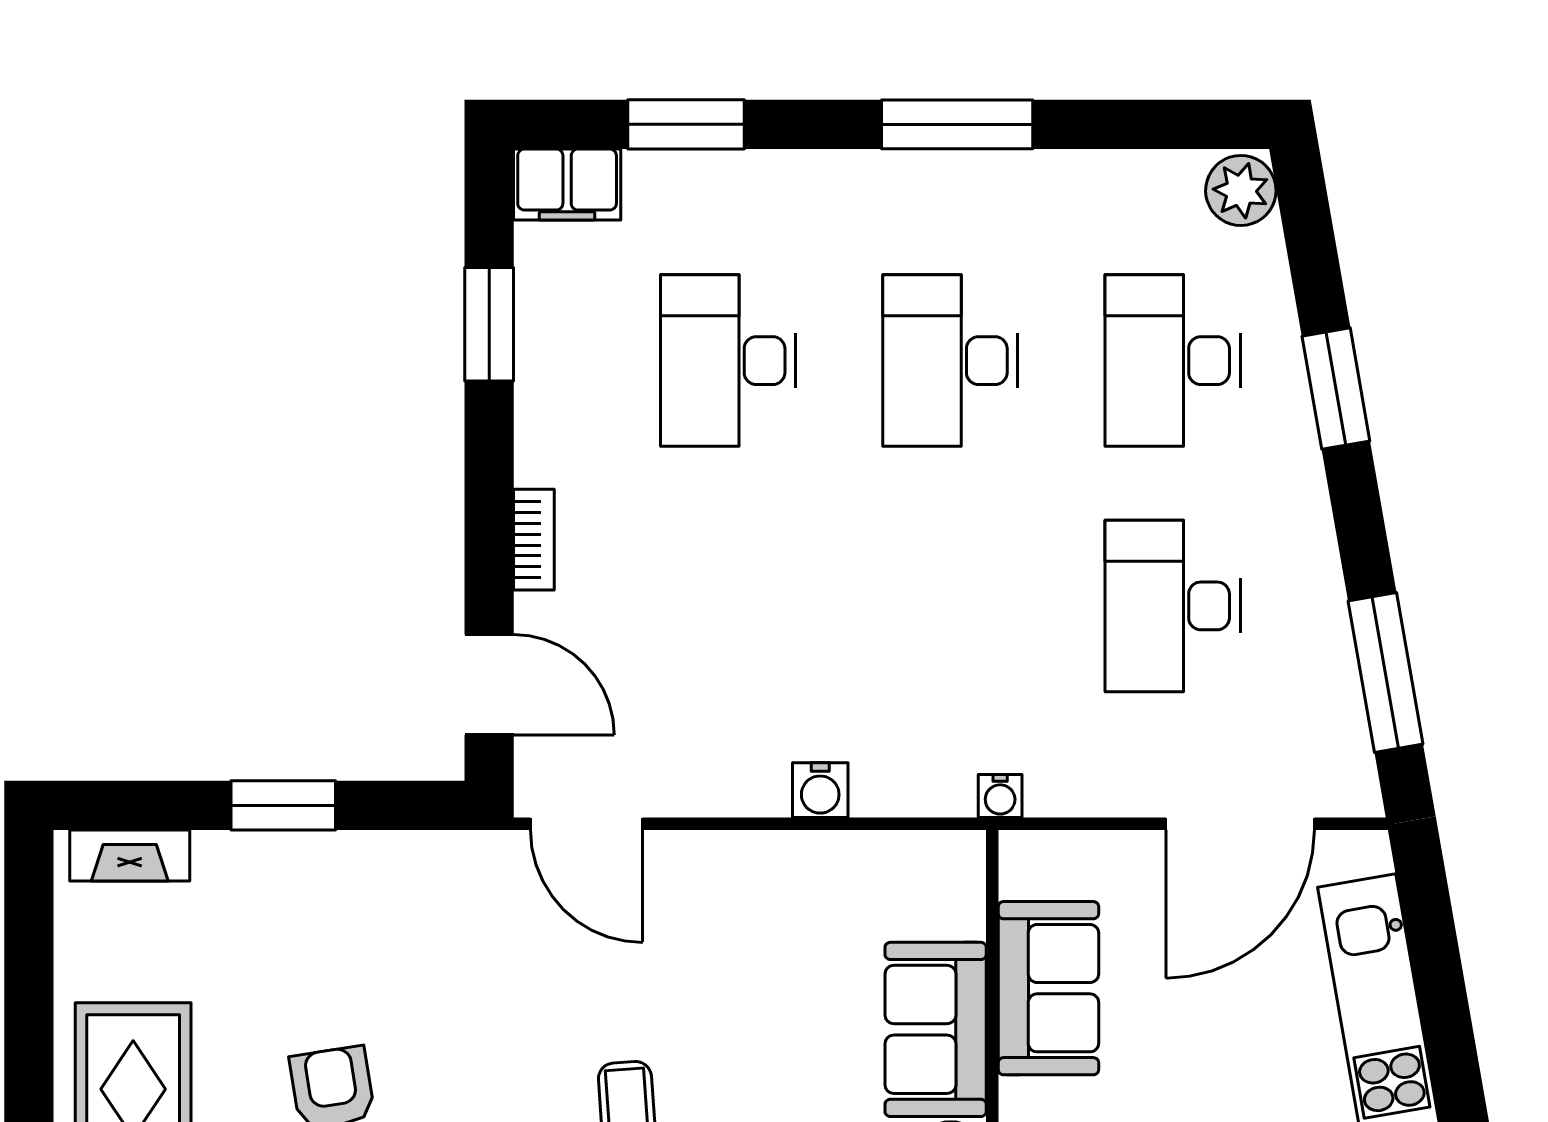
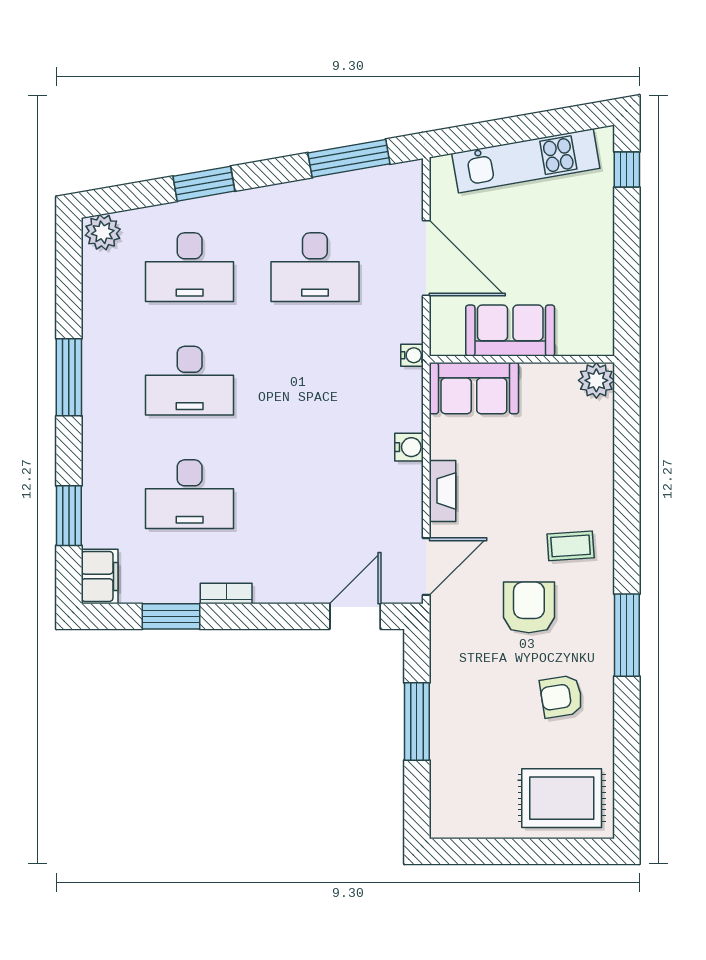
bookcase: (534, 540) -> (226, 593), moved
window: (283, 805) -> (417, 721), width x1.44
door: (1240, 824) -> (426, 258), moved
fireplace: (130, 856) -> (442, 491), moved
armchair: (507, 1025) -> (529, 607), added
sofa: (936, 1029) -> (474, 388), moved

